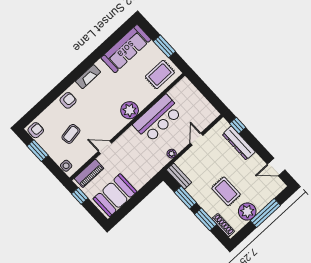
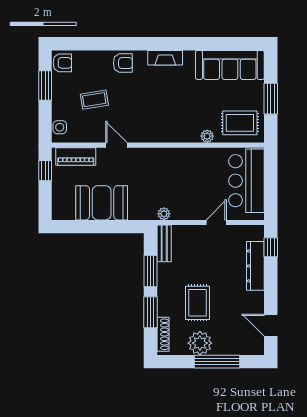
plant: (130, 110) -> (207, 136), moved, width x0.53, depth x0.53
bar counter: (158, 118) -> (246, 181), moved, turned 90
plant: (172, 154) -> (164, 214), moved
booth: (115, 195) -> (102, 203), moved

